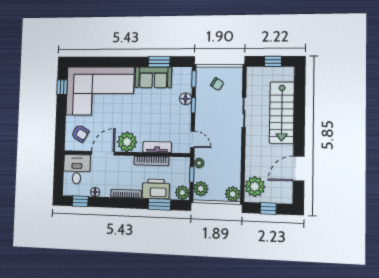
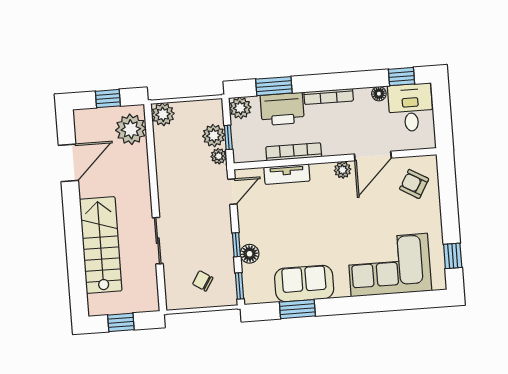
corner sofa: (100, 91) -> (389, 265), width x0.73, depth x0.74
door: (193, 139) -> (232, 192), swing flipped
plant: (127, 142) -> (343, 170), width x0.53, depth x0.53
desk: (77, 169) -> (411, 107), moved, turned 180
plant: (201, 189) -> (214, 136), moved

